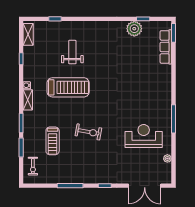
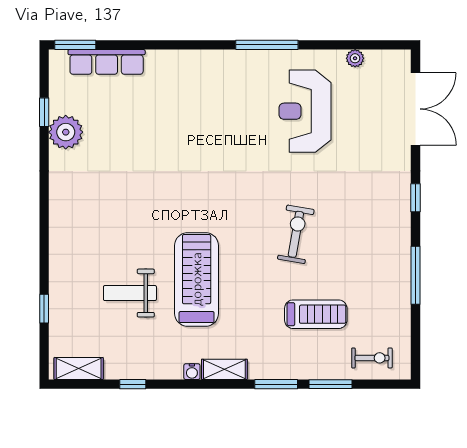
weight bench: (72, 52) -> (130, 293), moved

